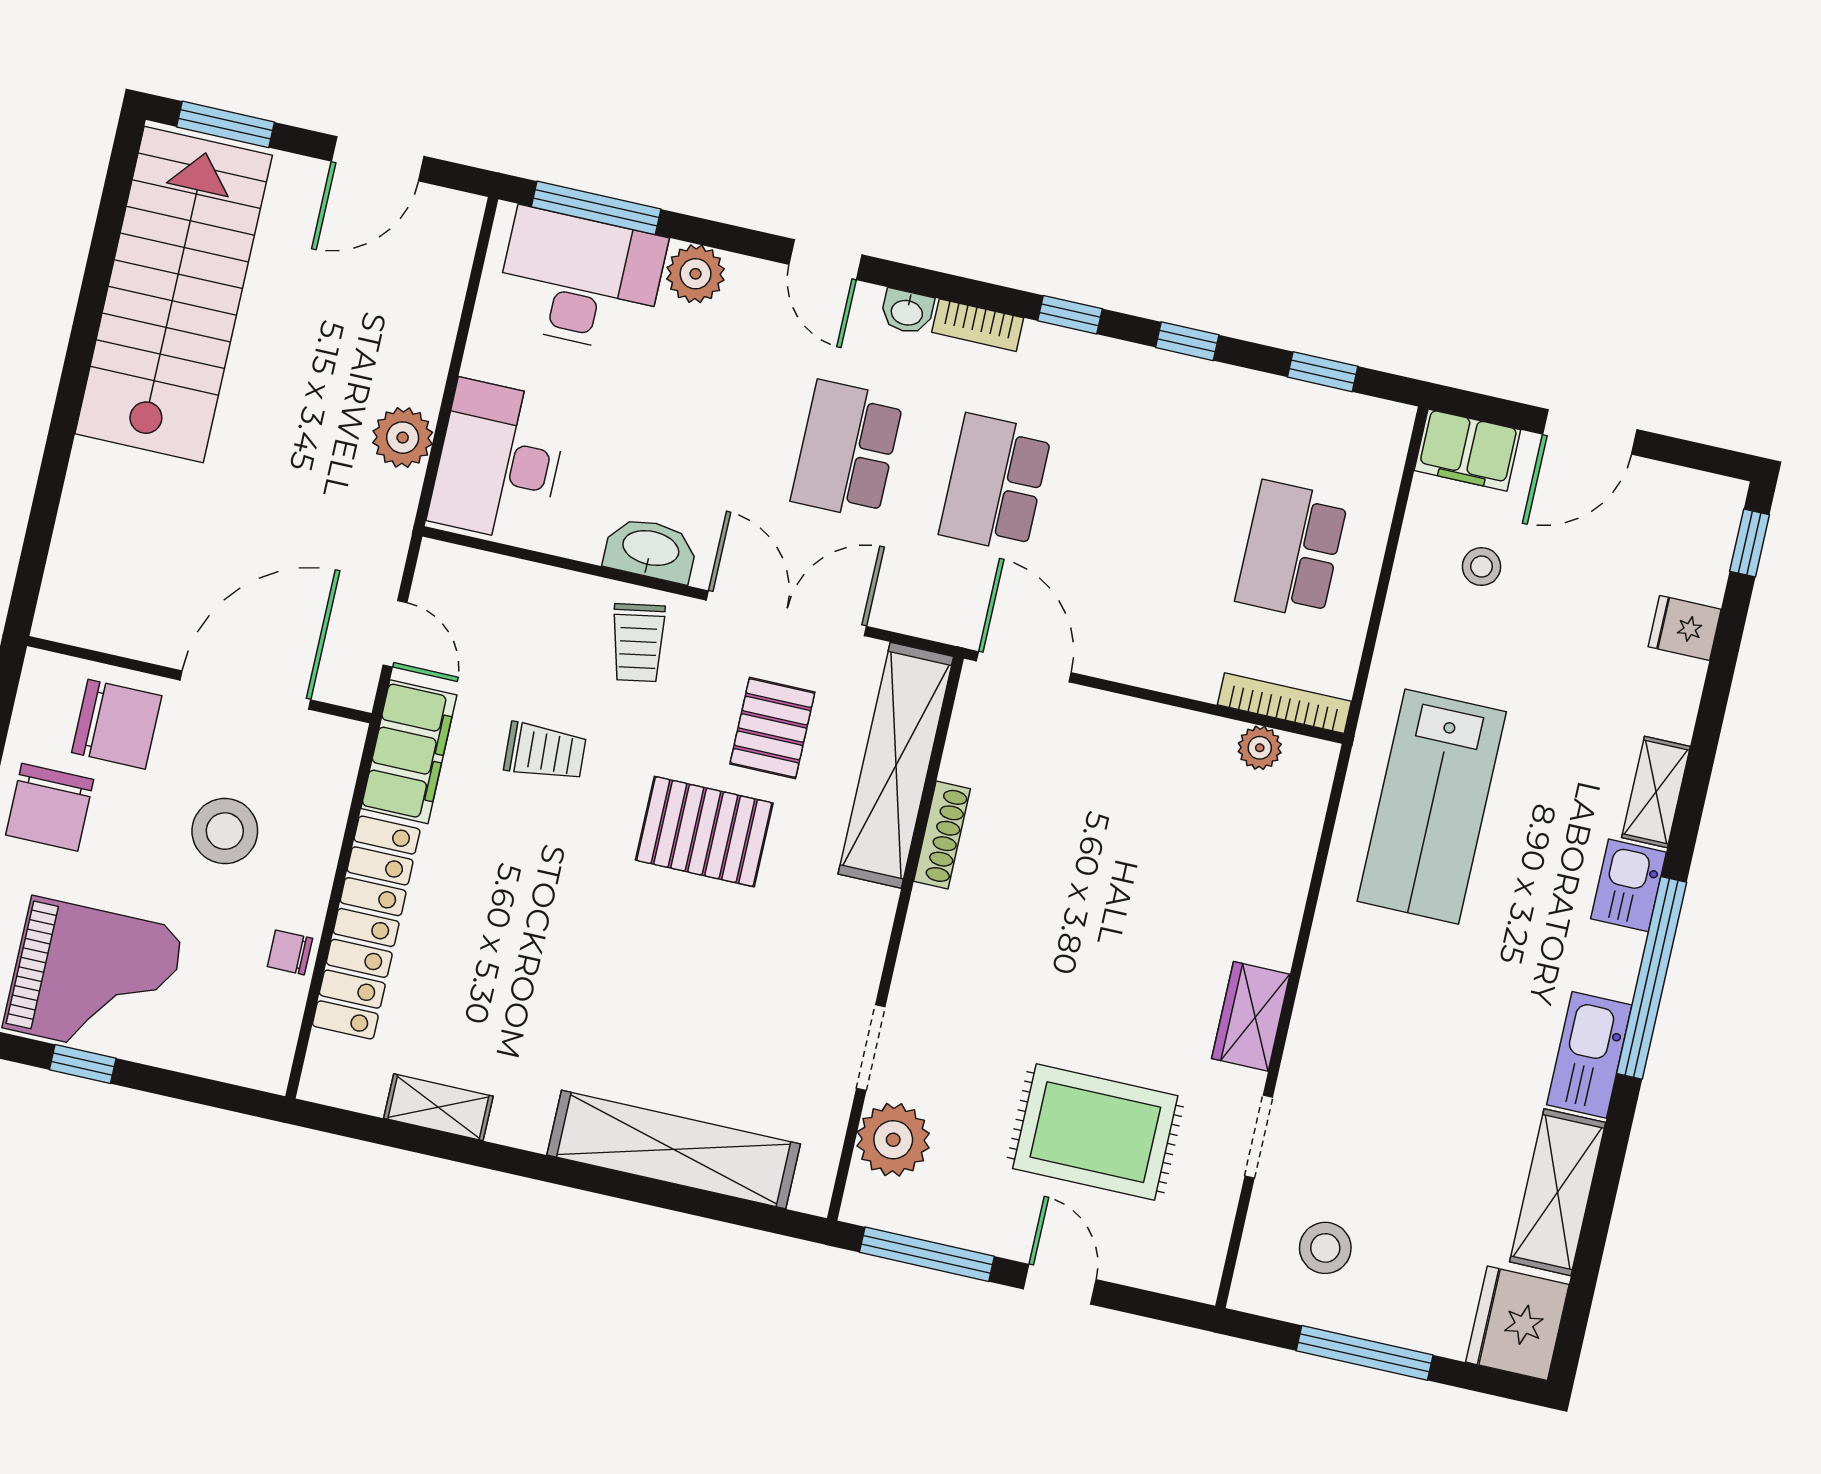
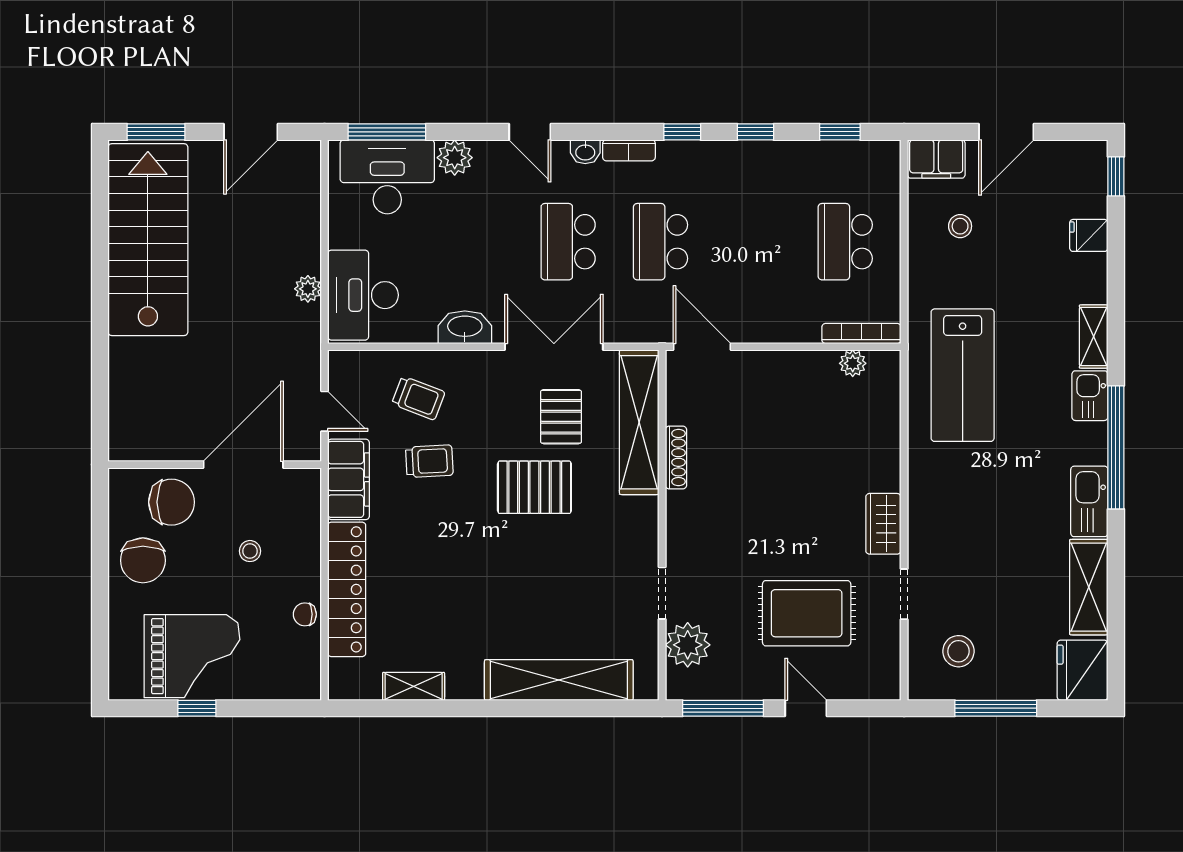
plant: (403, 438) -> (308, 289), width x0.73, depth x0.73
trolley: (638, 643) -> (418, 398), moved, turned -59
stool: (225, 831) -> (250, 551), width x0.53, depth x0.53

